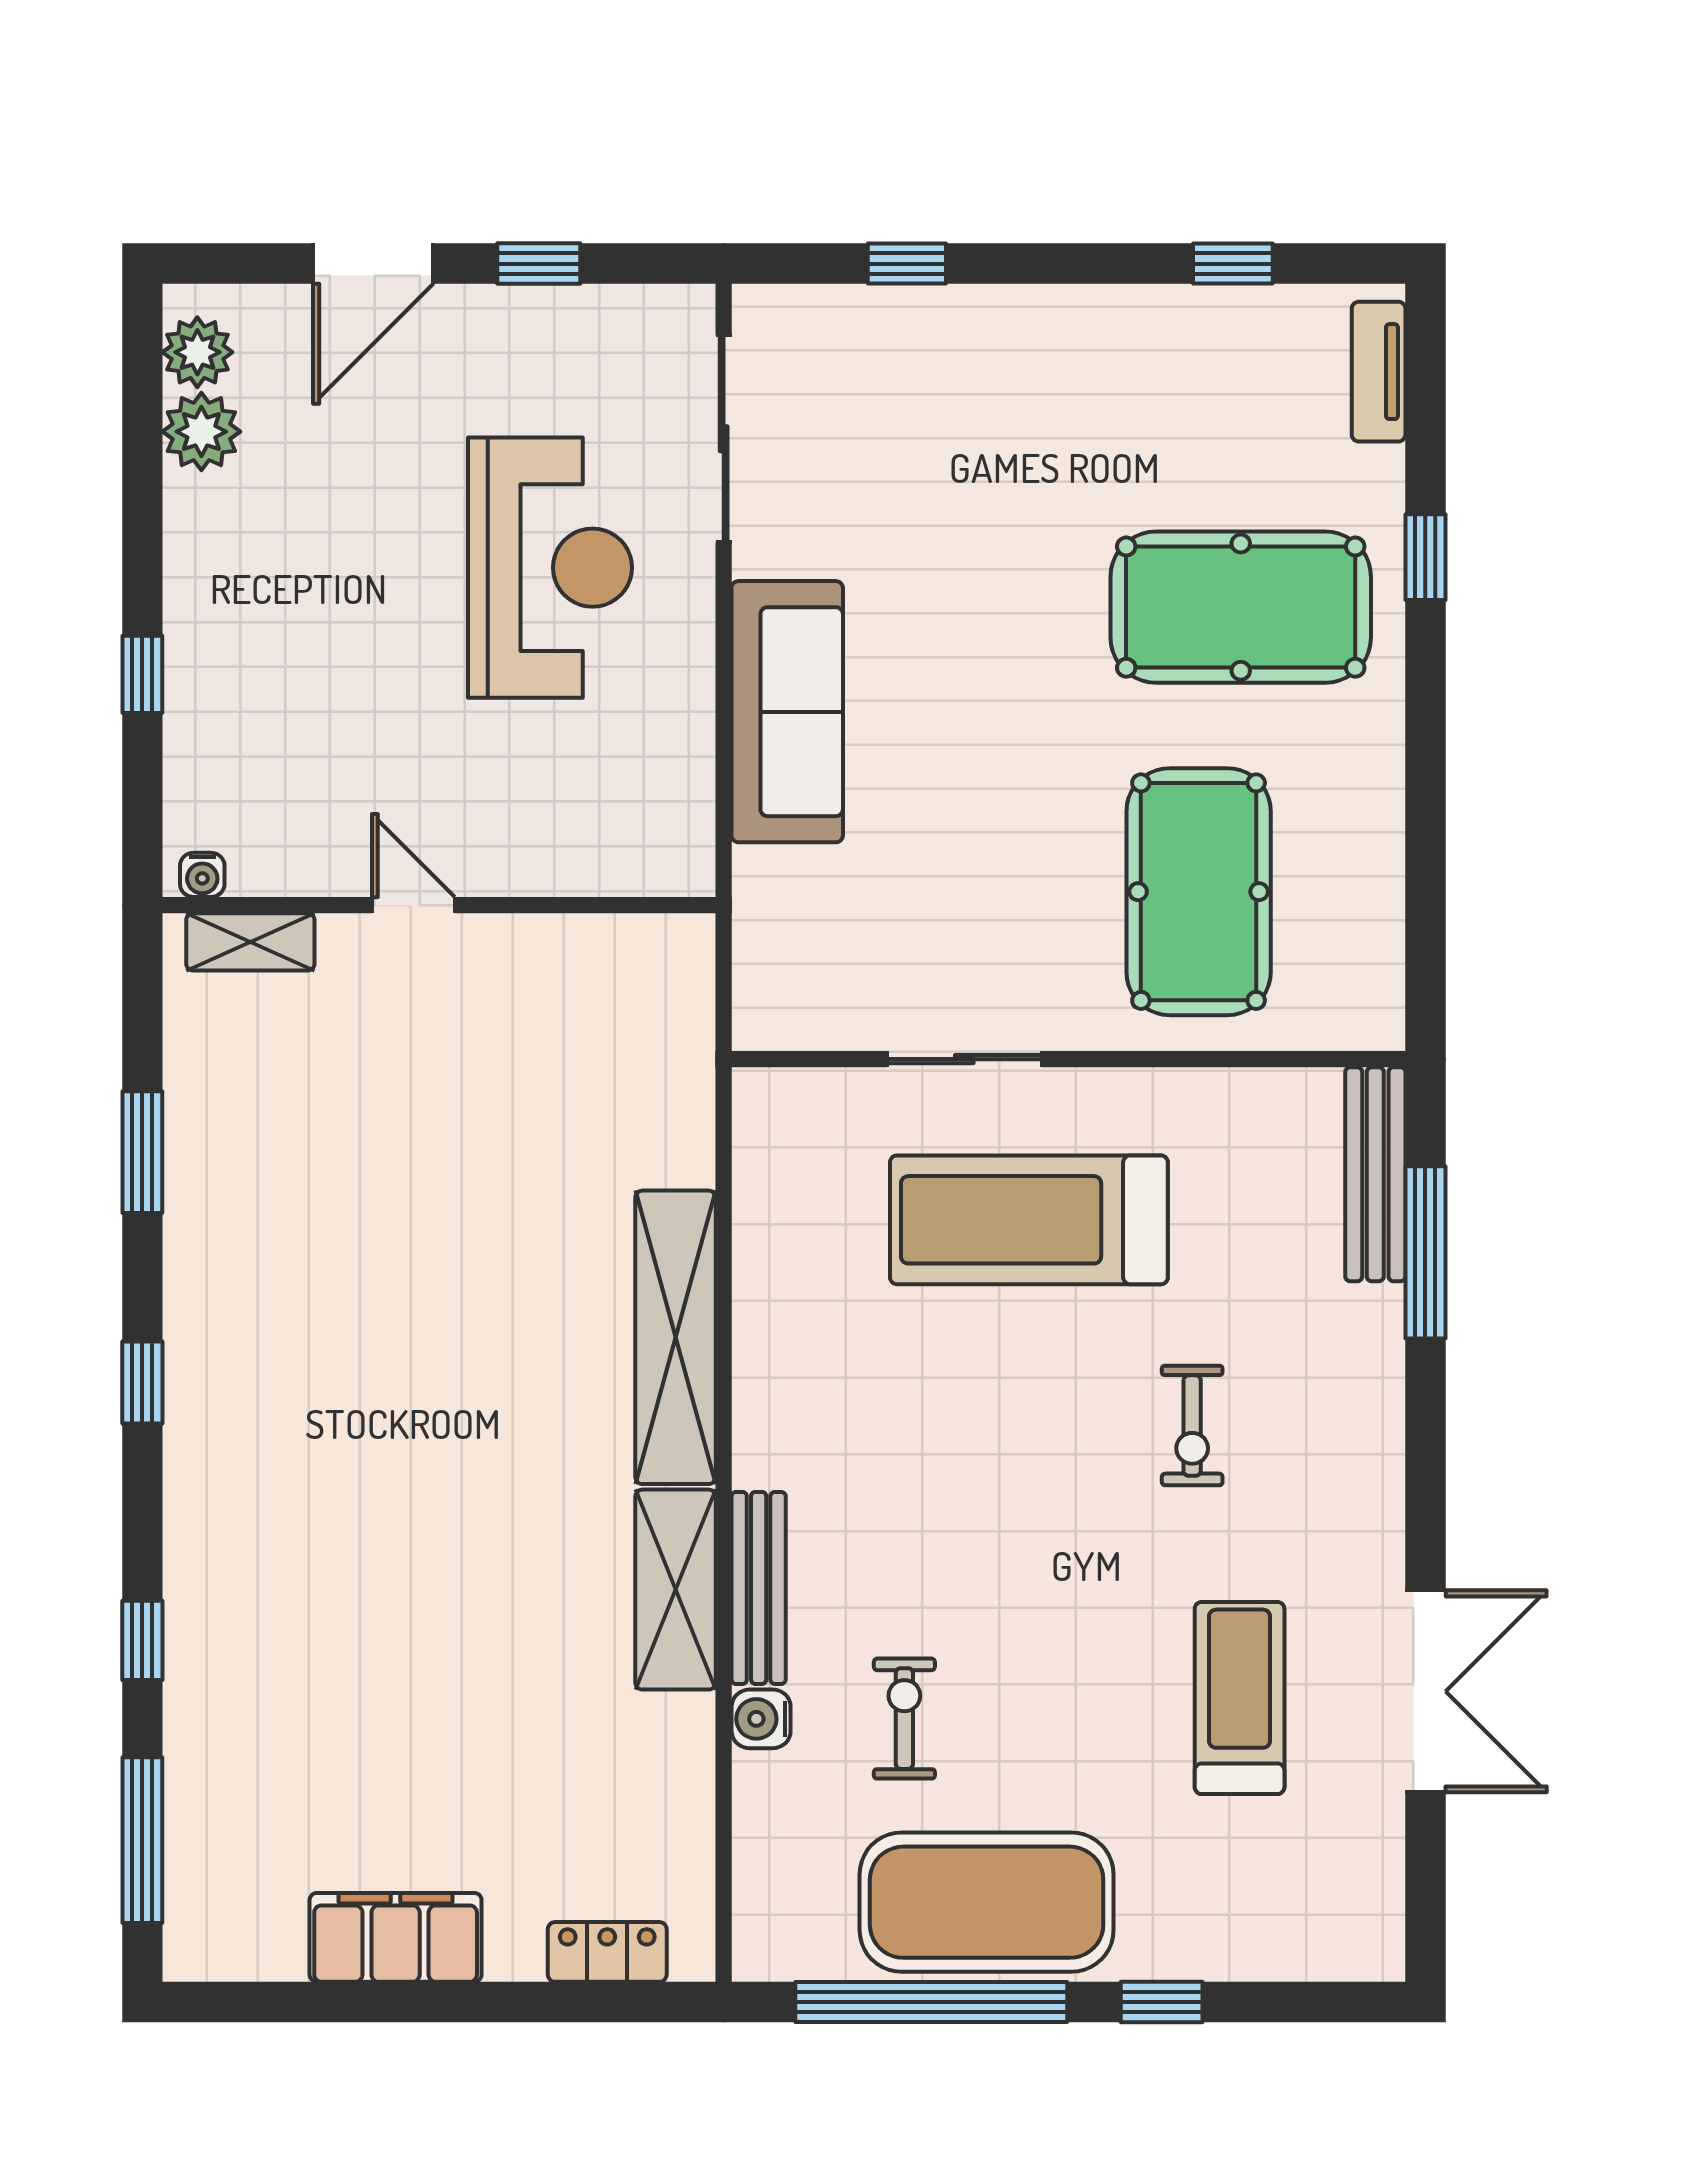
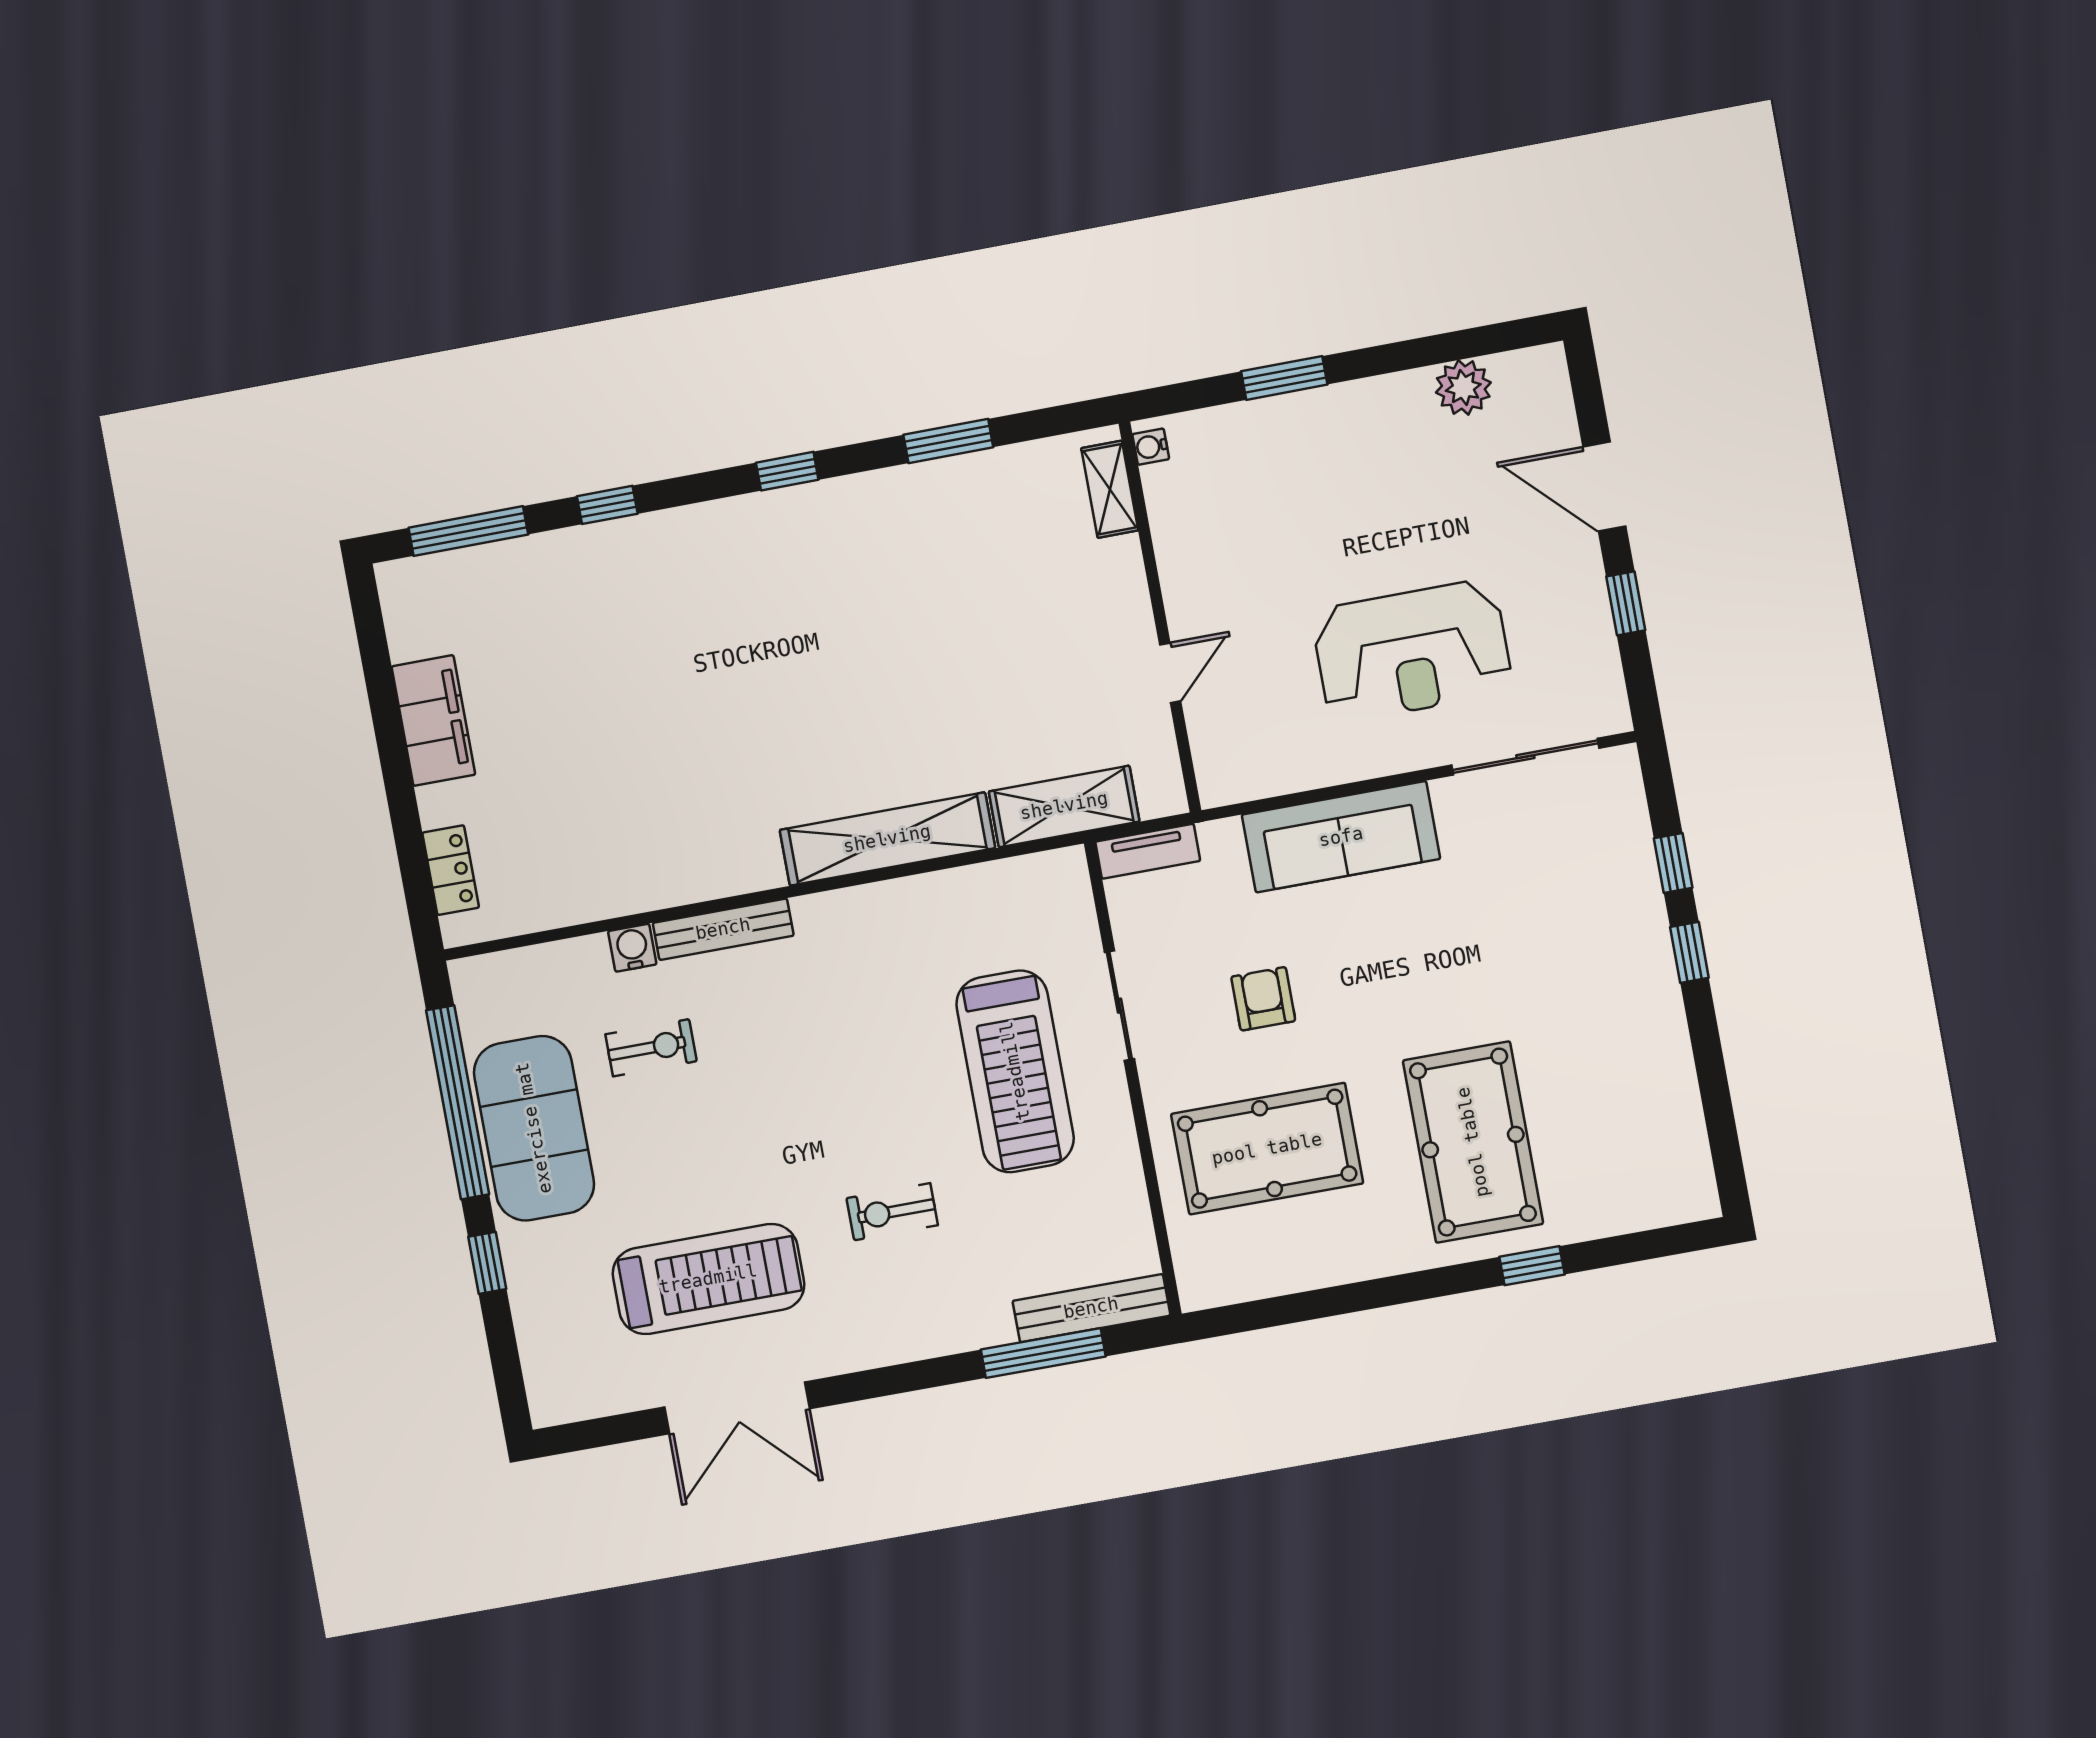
window: (1233, 264) -> (1689, 952), moved
plant: (197, 352) -> (1519, 374), removed
tv unit: (1379, 372) -> (1148, 851), moved, turned 180
window: (142, 674) -> (1284, 378), width x1.50
armchair: (991, 859) -> (1263, 999), added
door: (413, 905) -> (1170, 673), moved
treadmill: (1029, 1220) -> (1015, 1071), turned 180
shelving: (676, 1590) -> (1064, 806), moved
treadmill: (1240, 1698) -> (708, 1279), width x1.37, depth x1.38

